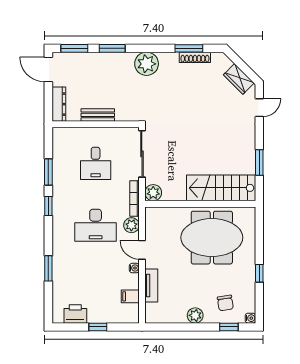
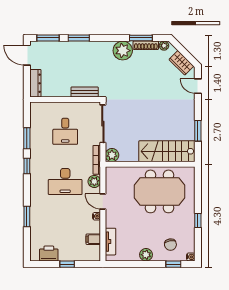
plant: (217, 58) -> (164, 46), added
plant: (147, 64) -> (123, 51), moved
door: (259, 108) -> (198, 86), swing flipped
bench: (98, 115) -> (85, 92), moved
tv unit: (151, 286) -> (110, 242), moved

